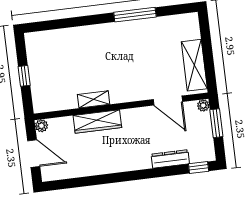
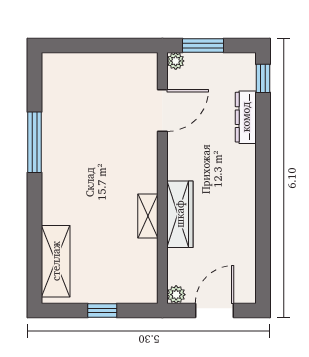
shelving: (194, 65) -> (56, 261), moved, turned 90

